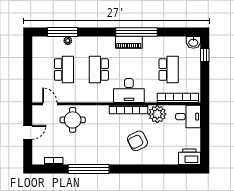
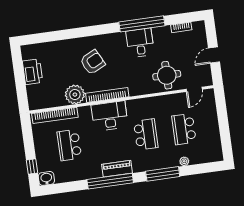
window: (63, 32) -> (163, 174), moved
door: (50, 104) -> (194, 89), hinge flipped
desk: (188, 117) -> (140, 43), moved, turned 90
printer: (189, 157) -> (32, 72), moved, turned -90

